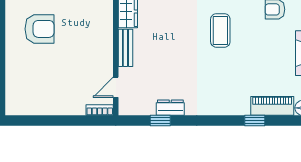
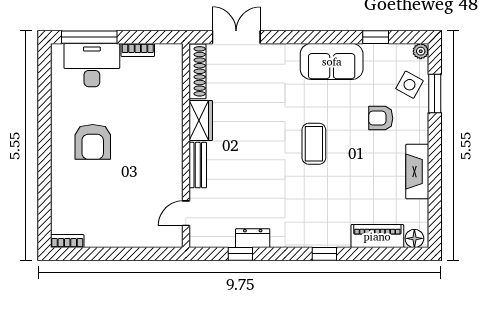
armchair: (40, 29) -> (93, 142), turned 90
bookcase: (100, 110) -> (67, 241), moved
window: (255, 120) -> (324, 254), moved

